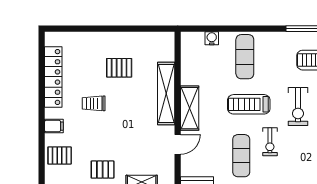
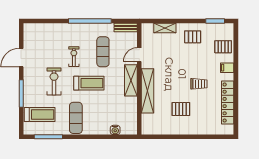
exercise mat: (245, 57) -> (76, 118), moved
exercise mat: (241, 156) -> (103, 52), moved

